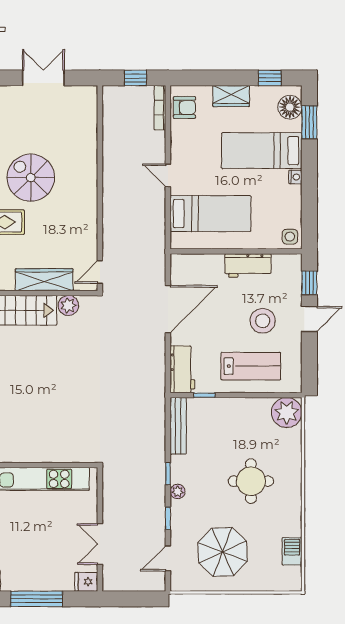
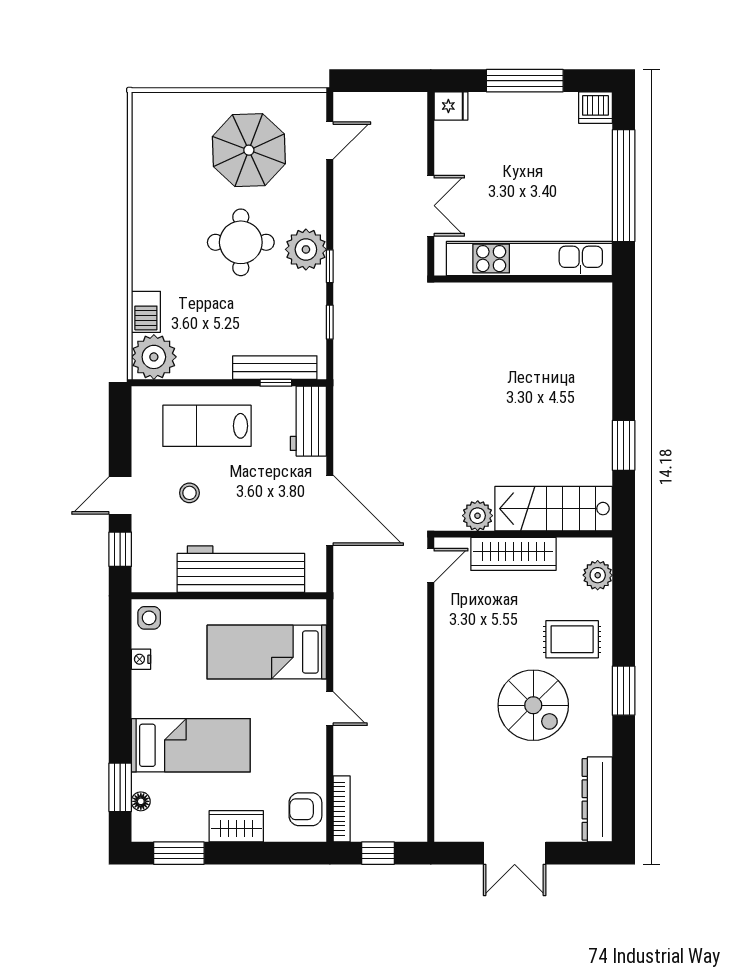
window: (270, 78) -> (179, 853), width x1.50
floor lamp: (290, 107) -> (141, 801), width x0.53, depth x0.53
nightstand: (295, 177) -> (141, 659), moved
workbench: (248, 266) -> (241, 569), width x1.88, depth x1.32
door: (168, 309) -> (330, 510), swing flipped
stool: (263, 321) -> (189, 493), width x0.53, depth x0.53
bench: (178, 426) -> (275, 368), moved, turned 90
round table: (251, 481) -> (241, 242), moved
plant: (178, 491) -> (306, 249), width x1.88, depth x1.88
window: (168, 518) -> (330, 322), moved
double door: (100, 544) -> (431, 206), moved
barbecue: (292, 551) -> (146, 312), moved

